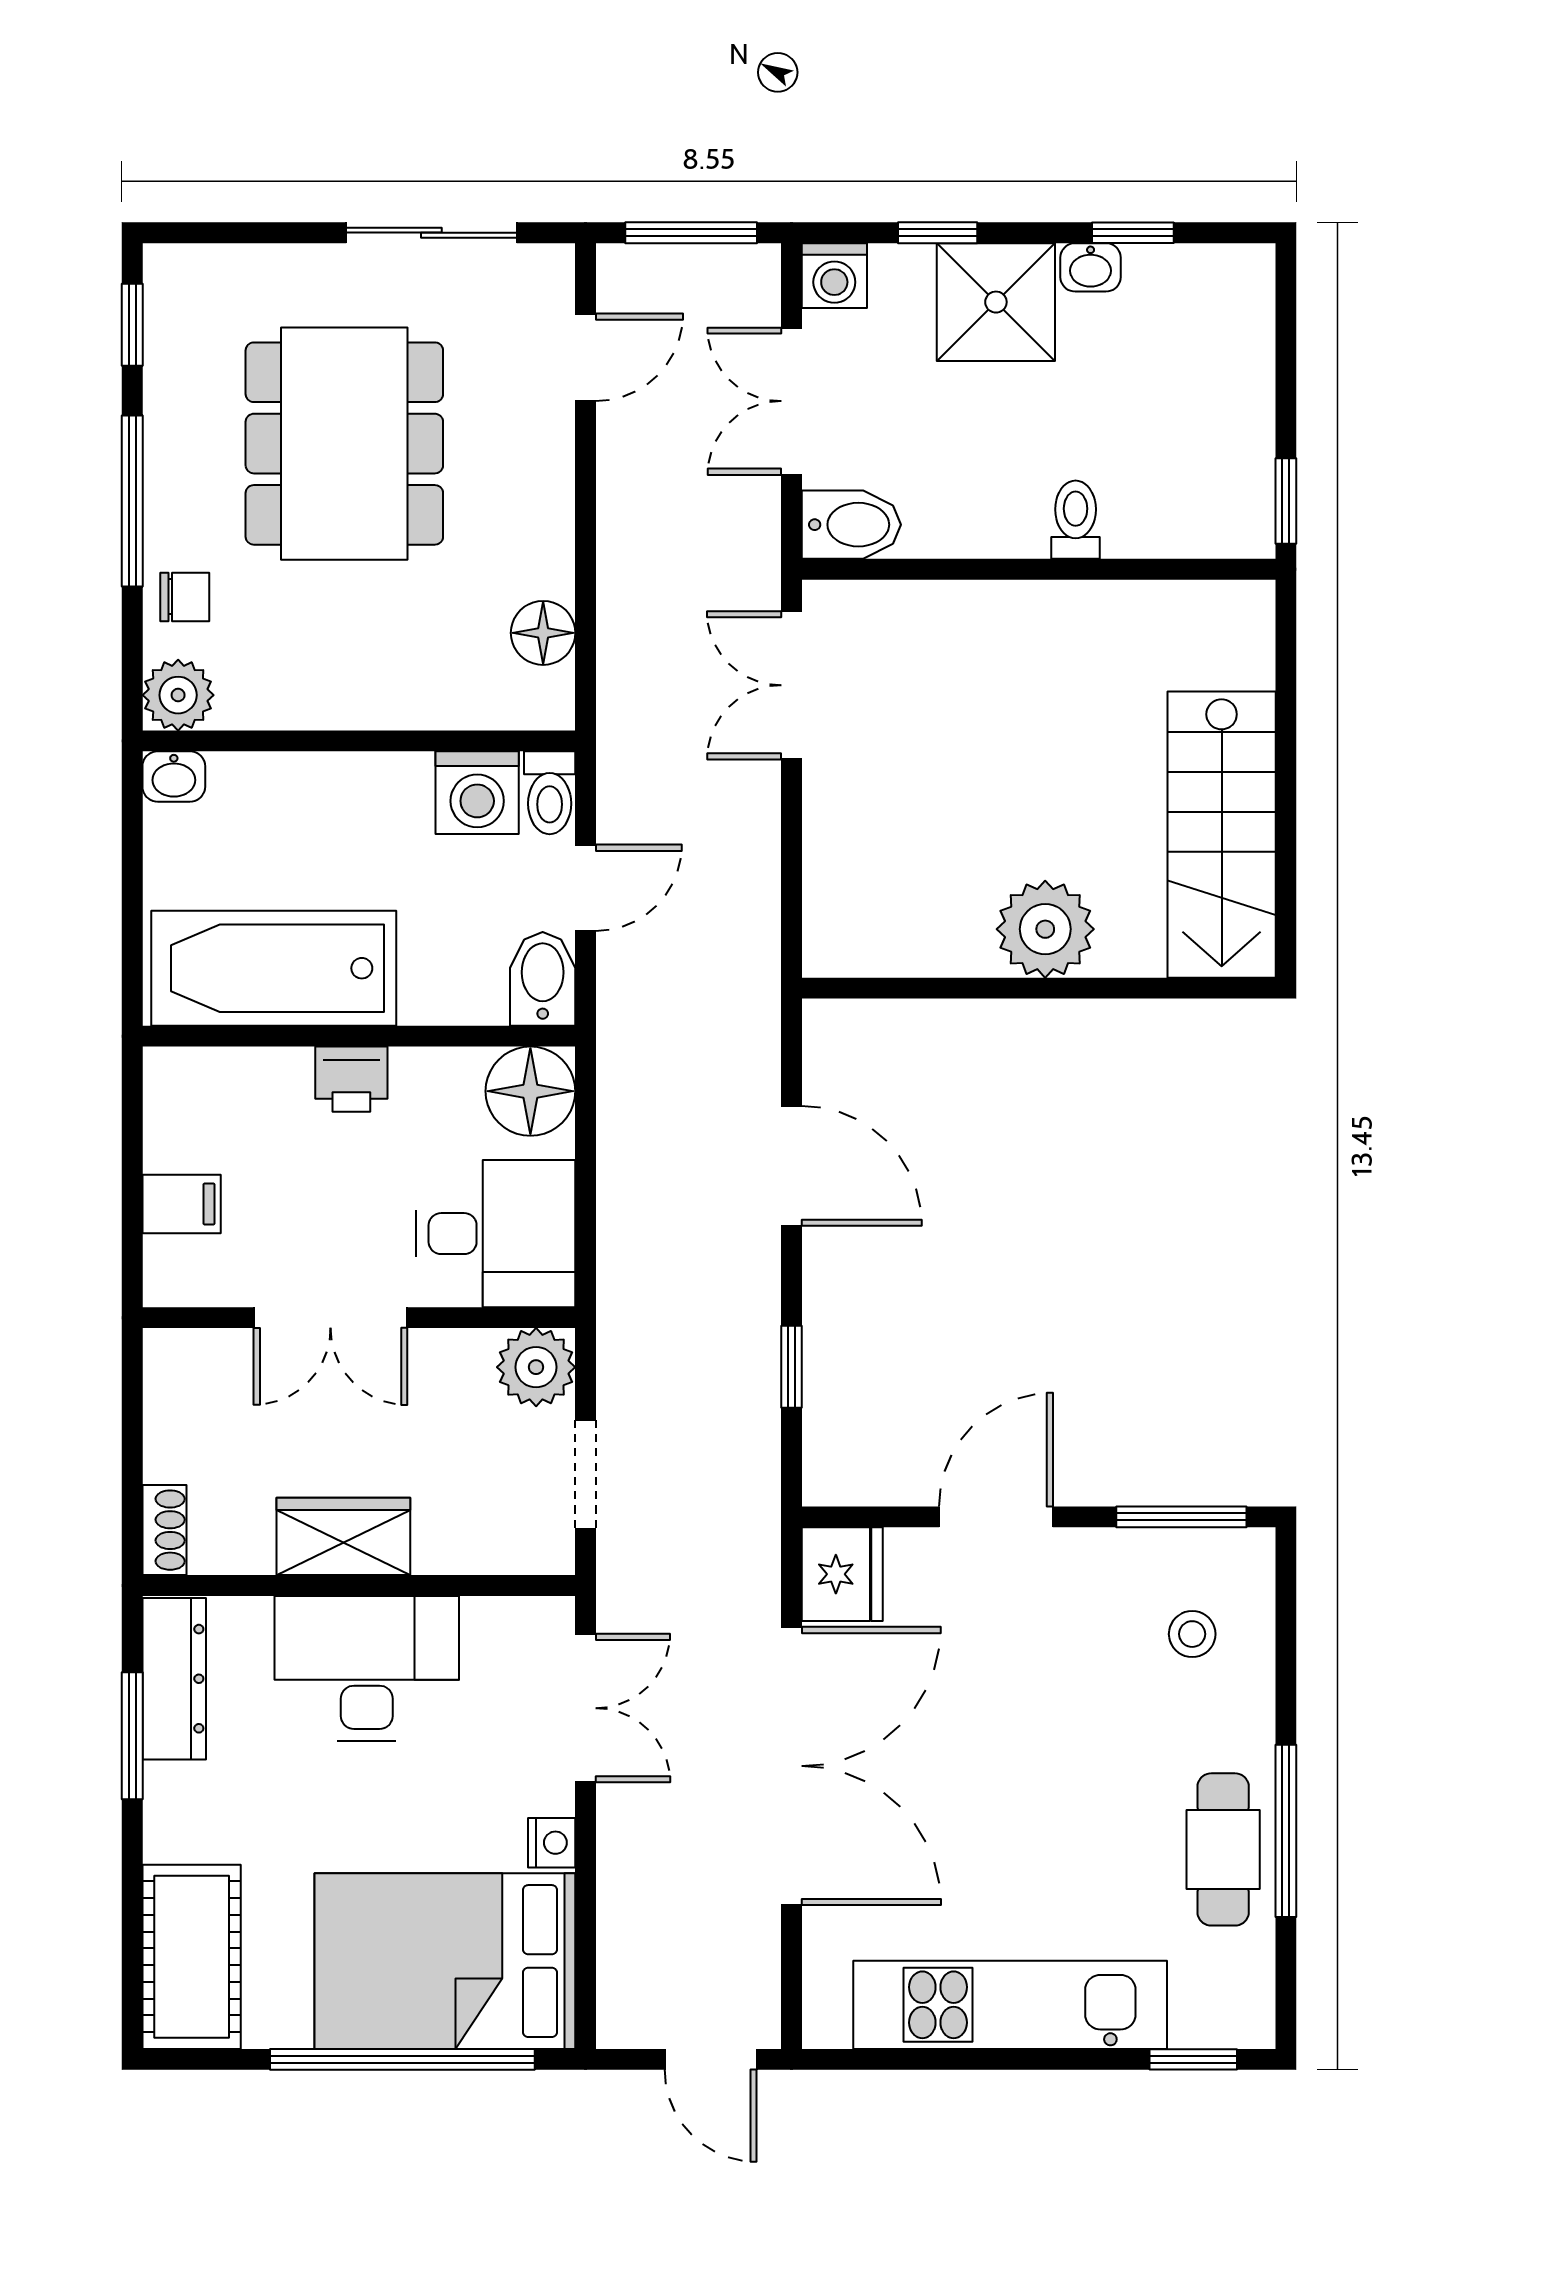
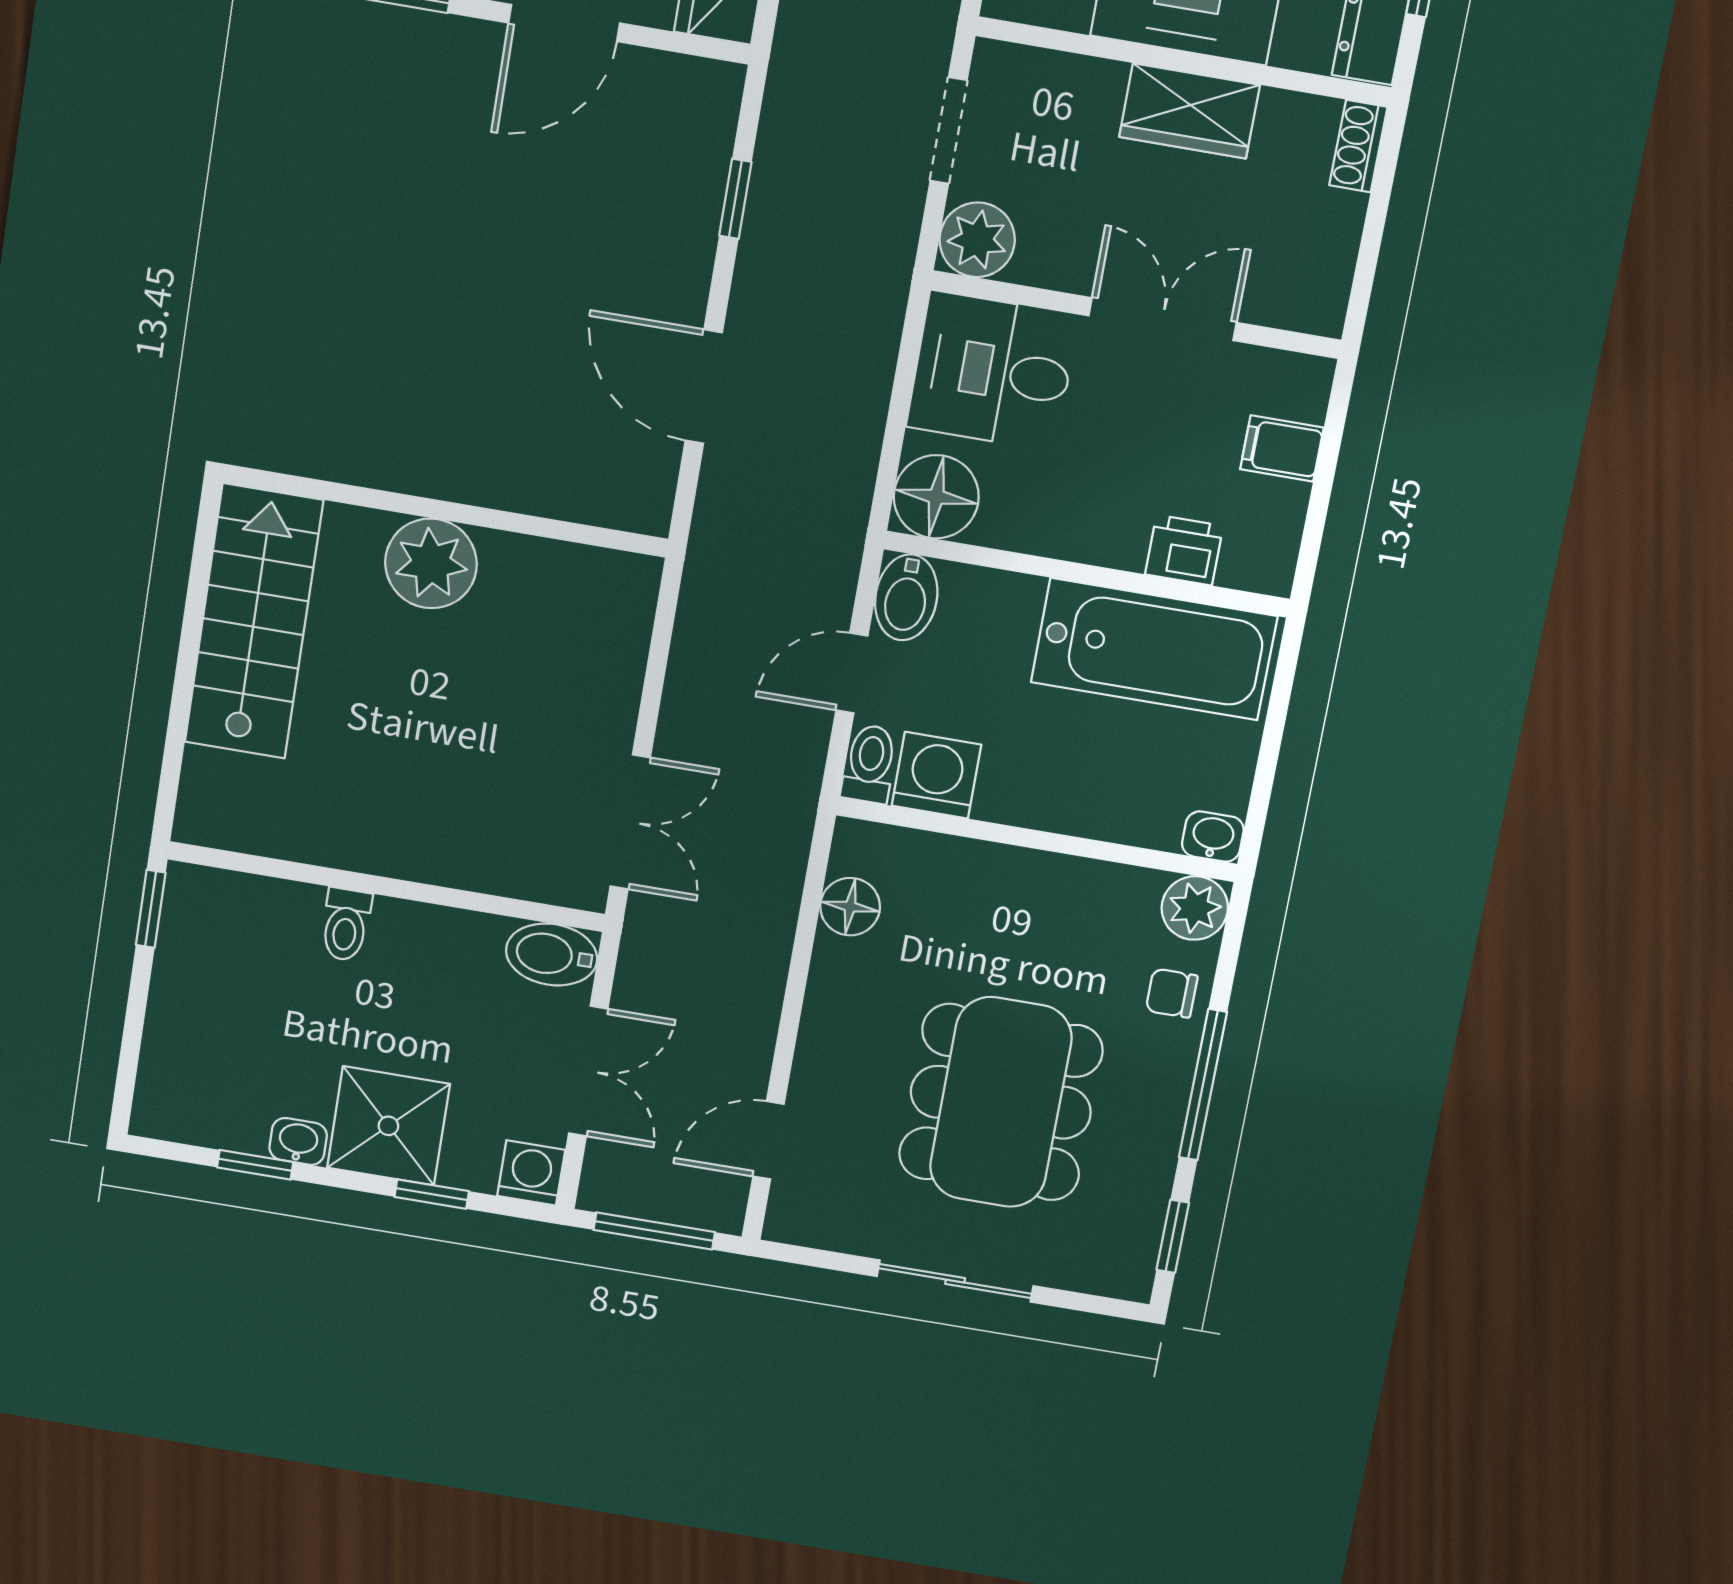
sliding door: (431, 233) -> (955, 1281), moved
printer: (351, 1079) -> (1184, 550), moved

